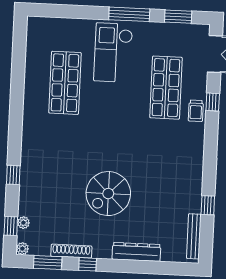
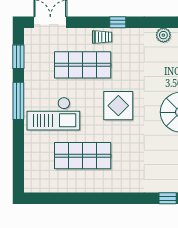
window: (213, 102) -> (118, 22), moved
display table: (119, 125) -> (118, 106), added
plant: (195, 179) -> (163, 35), added

